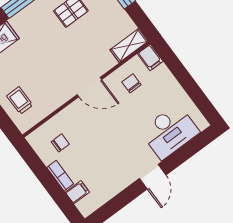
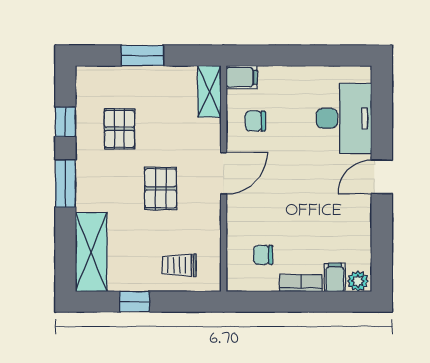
pallet: (55, 58) -> (161, 188), added
chair: (60, 143) -> (263, 255), turned -90
door: (153, 177) -> (382, 177), swing flipped
plant: (85, 207) -> (358, 281), added

